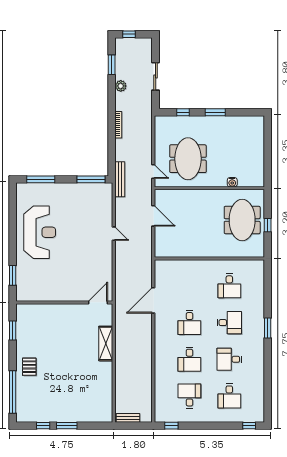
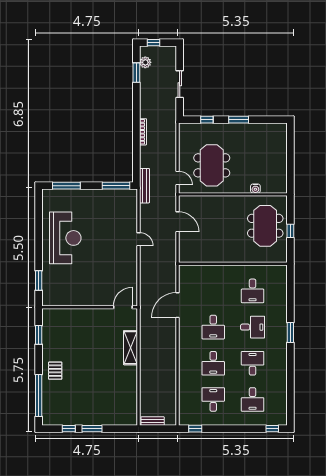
plant: (121, 86) -> (145, 62), moved
desk: (229, 359) -> (253, 363), turned 90

